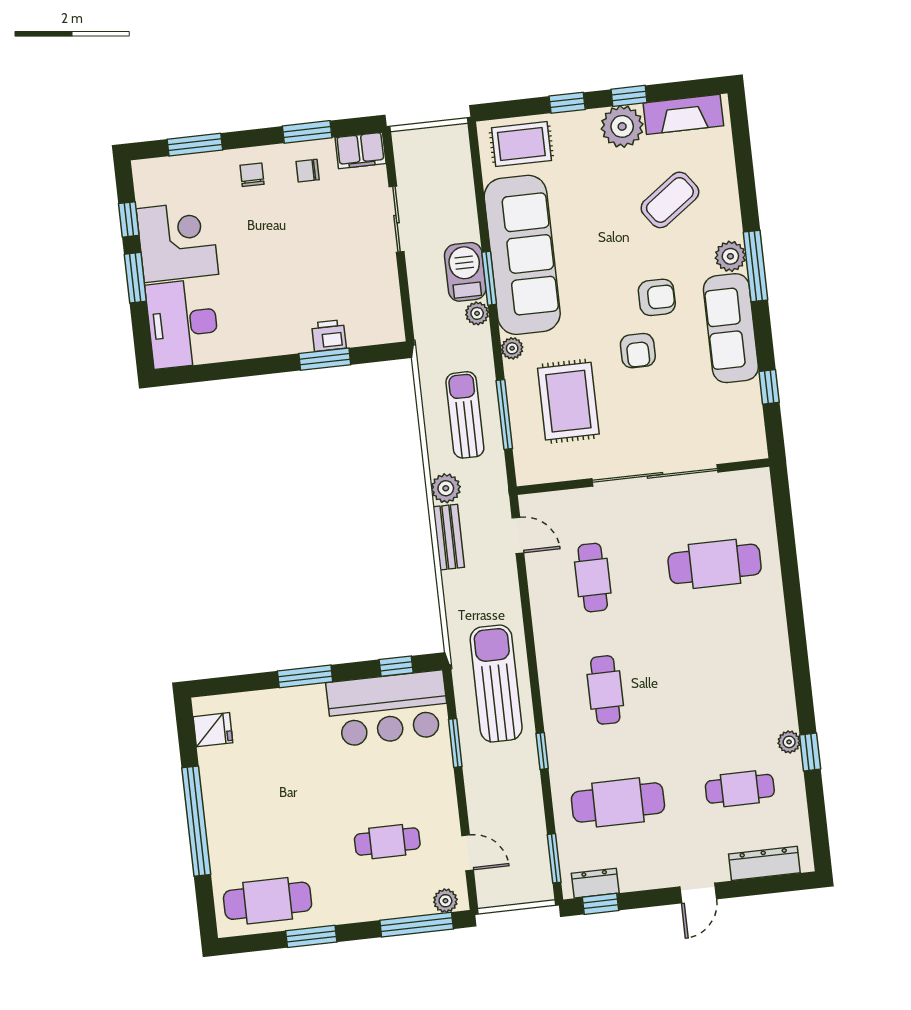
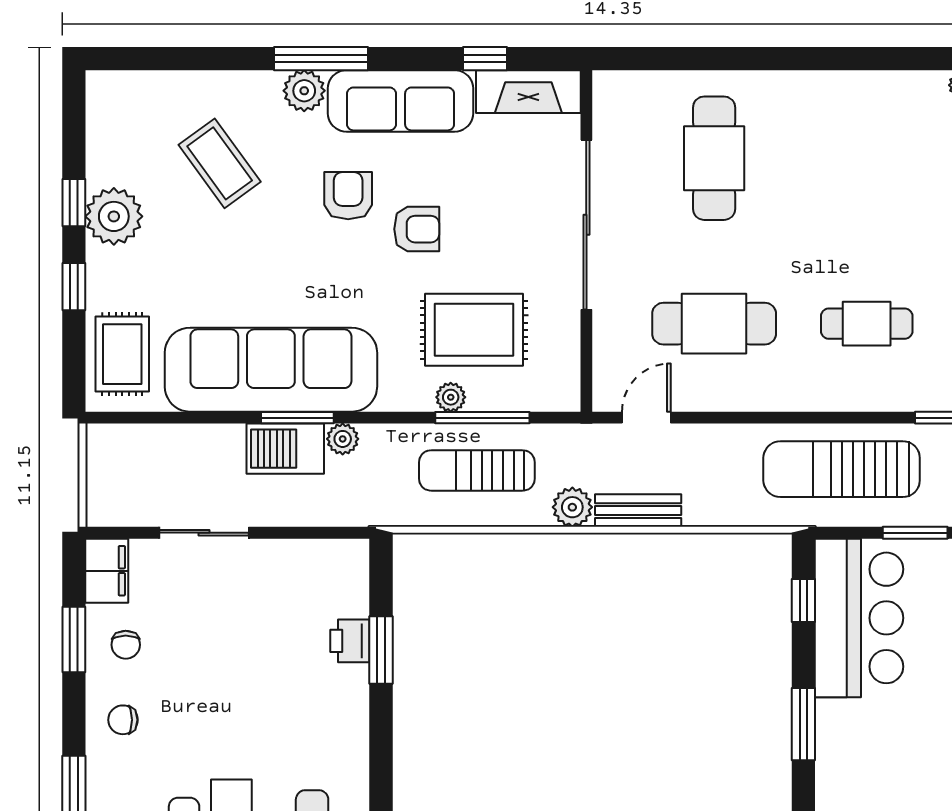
fireplace: (683, 114) -> (528, 92), moved, turned 90
plant: (512, 348) -> (451, 397), moved
cafe table: (593, 578) -> (714, 324), width x1.37, depth x1.35

